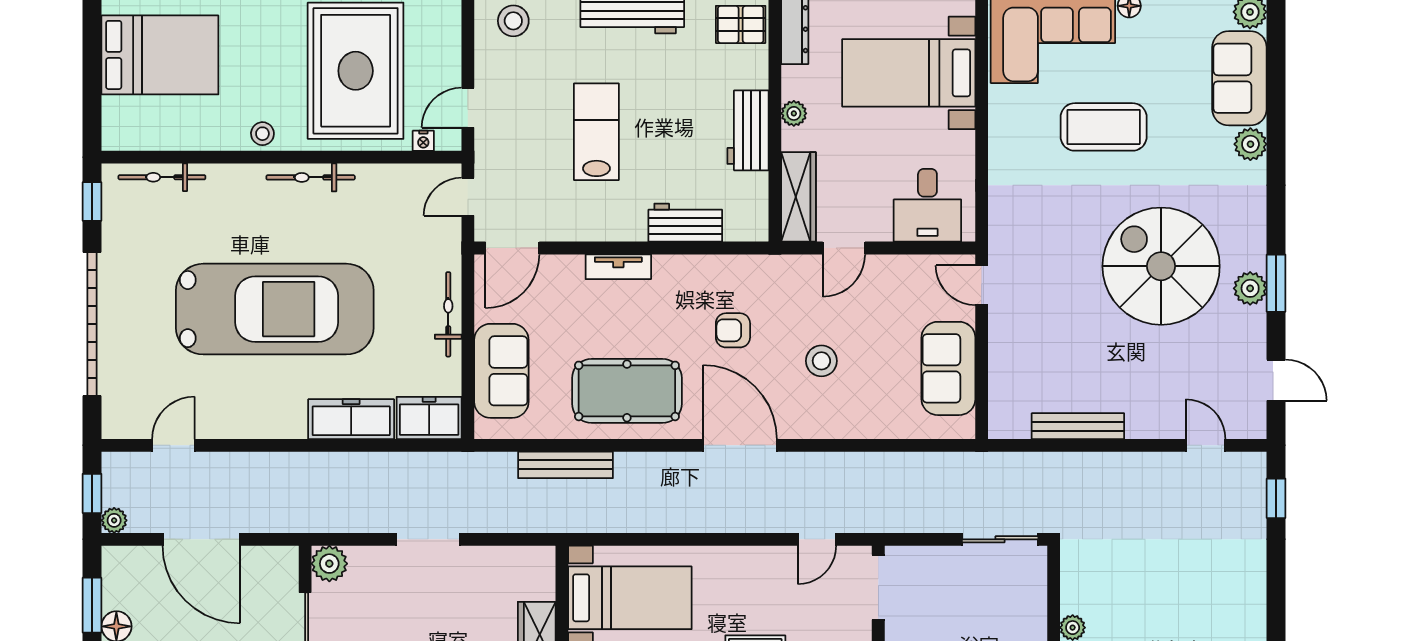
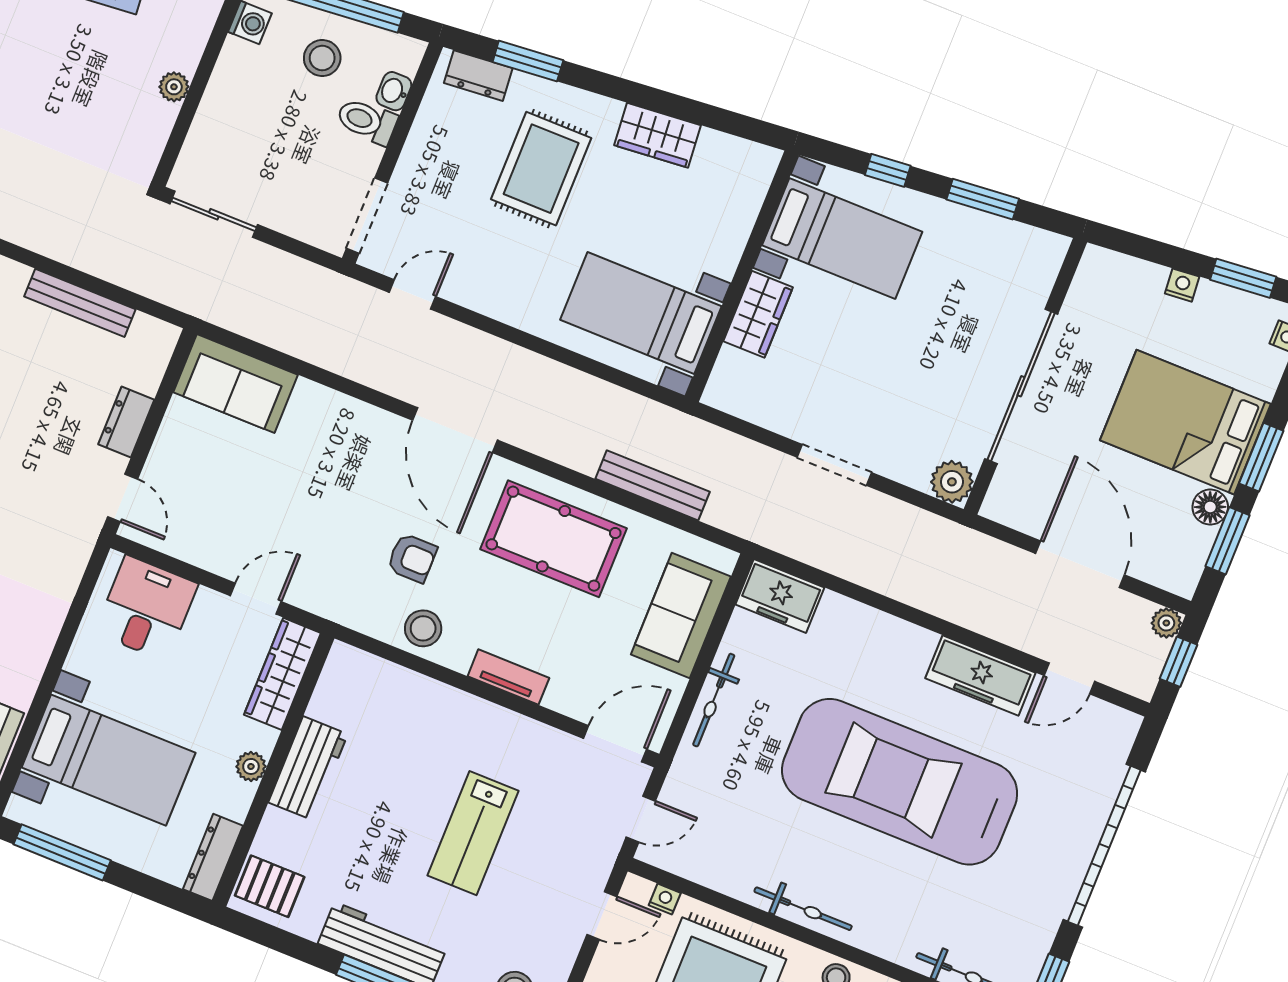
workbench: (685, 223) -> (417, 696), removed
dresser: (1003, 347) -> (126, 422), added
stool: (821, 361) -> (423, 628), moved
sofa: (948, 368) -> (236, 383), moved, turned 90
freezer: (351, 419) -> (980, 676), moved

